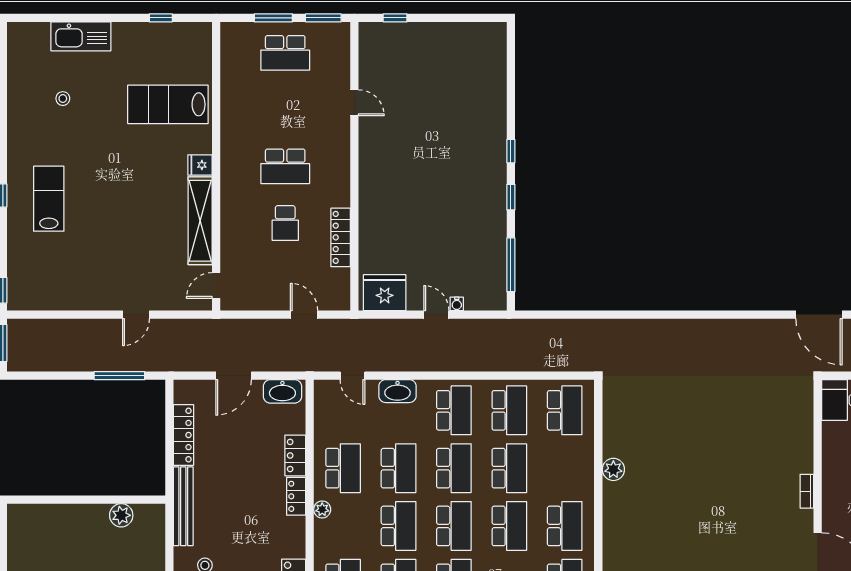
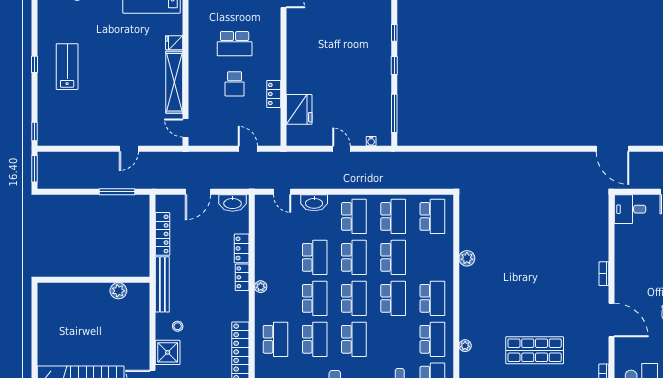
locker: (341, 237) -> (274, 94), width x0.66
door: (216, 285) -> (186, 128), hinge flipped
fridge: (385, 293) -> (299, 109), moved, turned 90
water cooler: (457, 304) -> (371, 141), moved
school desk: (343, 468) -> (276, 257), removed

